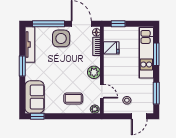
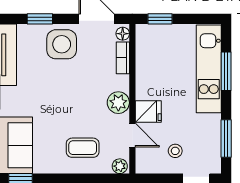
window: (49, 24) -> (40, 19), width x0.46
fridge: (111, 48) -> (148, 112), moved

